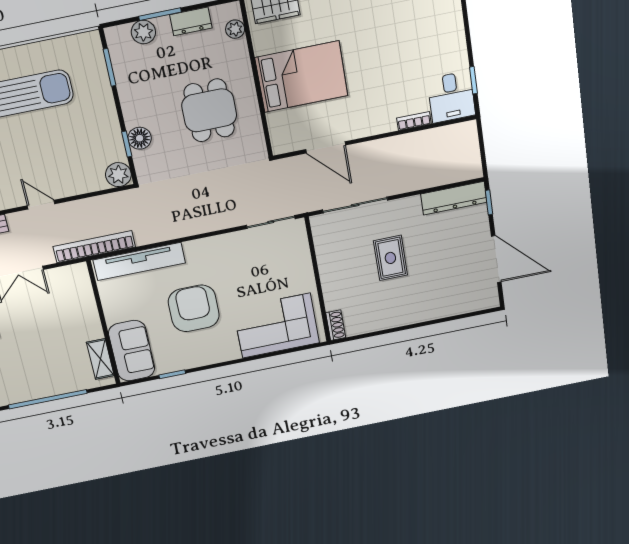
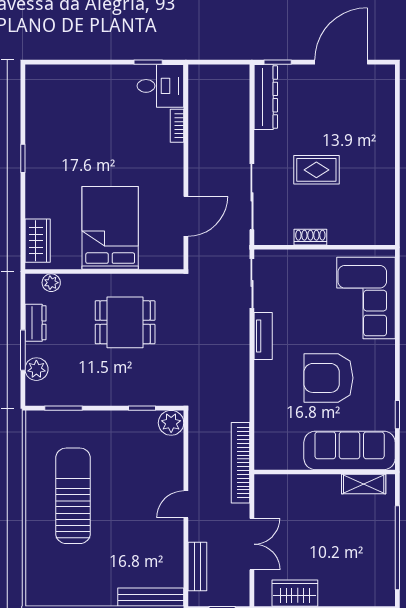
floor lamp: (140, 138) -> (139, 395), removed
tv unit: (139, 261) -> (263, 336), moved, width x0.52, depth x0.78
shoe rack: (336, 325) -> (310, 237), moved
sofa: (132, 351) -> (350, 450), width x1.36

